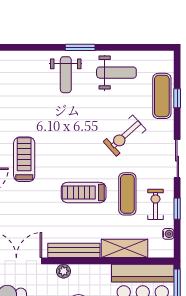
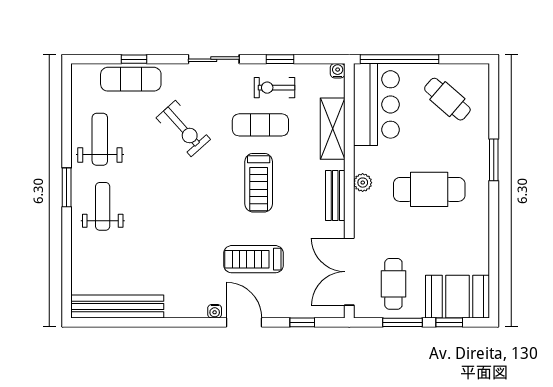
weight bench: (66, 75) -> (103, 206), turned -90
treadmill: (24, 159) -> (253, 259), moved
water cooler: (168, 234) -> (338, 71), moved
bench: (74, 250) -> (335, 195), width x0.73
plant: (64, 271) -> (363, 183), moved

